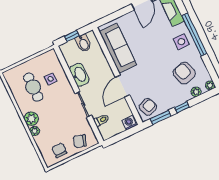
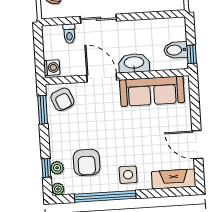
window: (194, 35) -> (105, 196), moved
window: (72, 36) -> (192, 54), moved
armchair: (184, 73) -> (87, 162), turned 106
washbasin: (79, 75) -> (134, 63), moved, turned 180
window: (182, 107) -> (46, 168), moved

